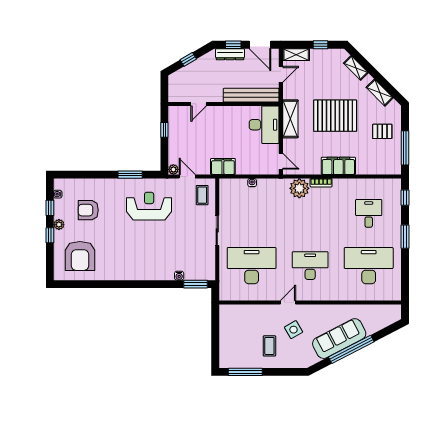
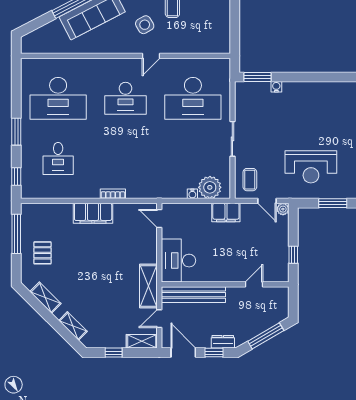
dresser: (230, 54) -> (223, 342), width x0.70
window: (188, 59) -> (266, 336), width x2.17
pallet: (335, 116) -> (97, 271), removed
shelving: (290, 119) -> (148, 286), moved
pallet: (382, 131) -> (42, 253), turned 90
plant: (299, 188) -> (210, 187), moved

